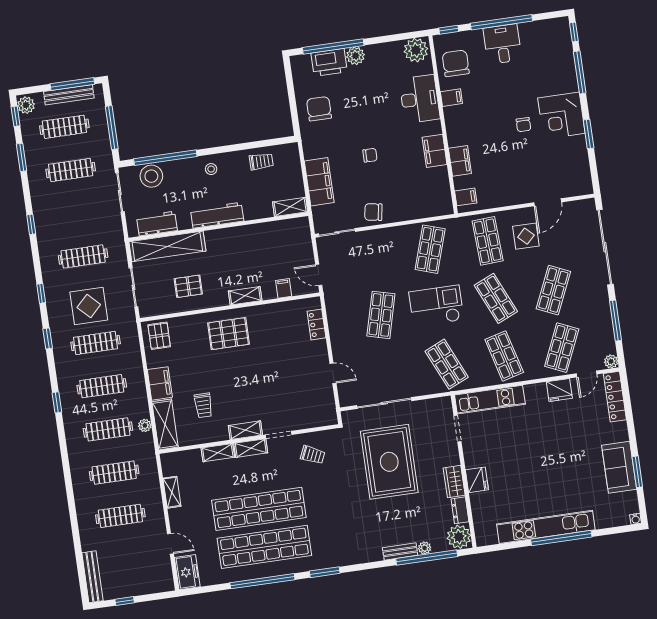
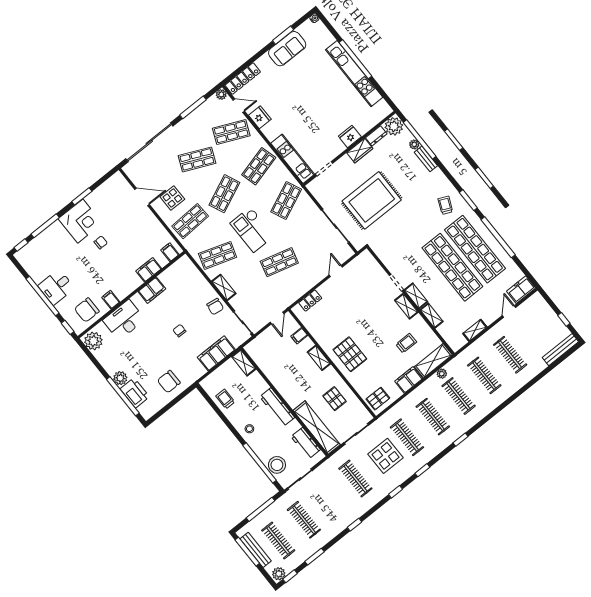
shelving: (389, 235) -> (224, 287), added
trolley: (313, 455) -> (445, 205), moved

